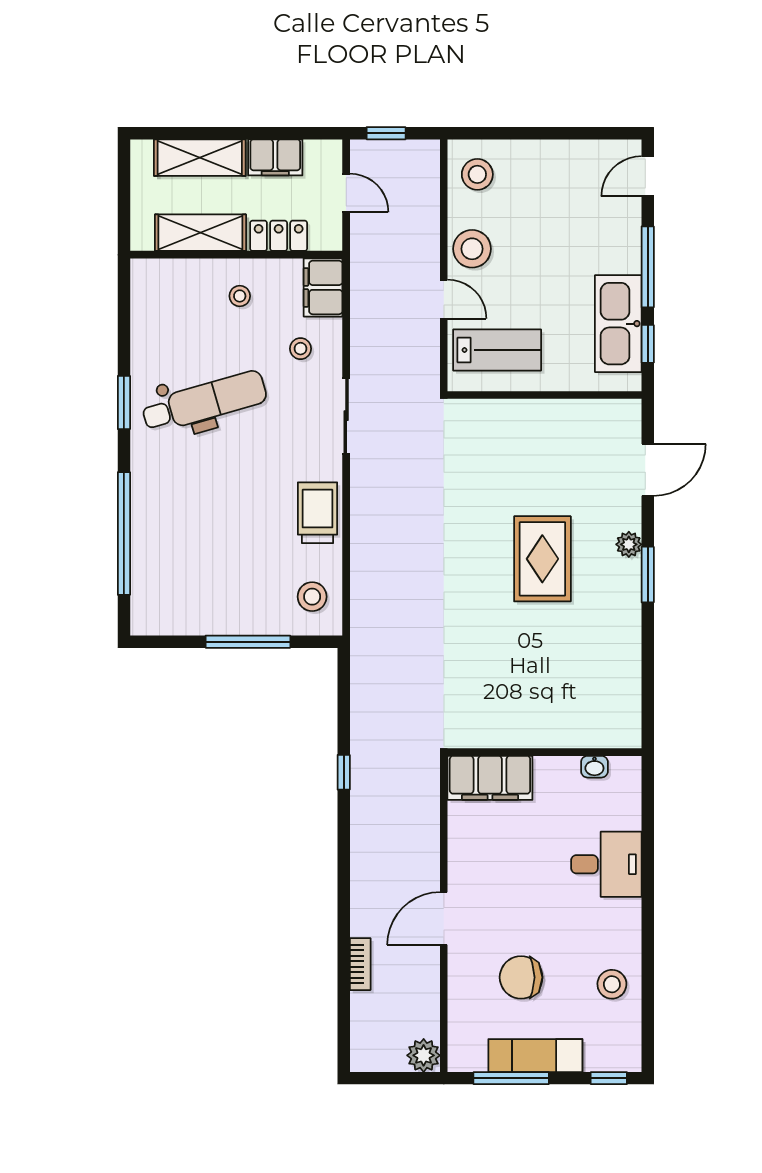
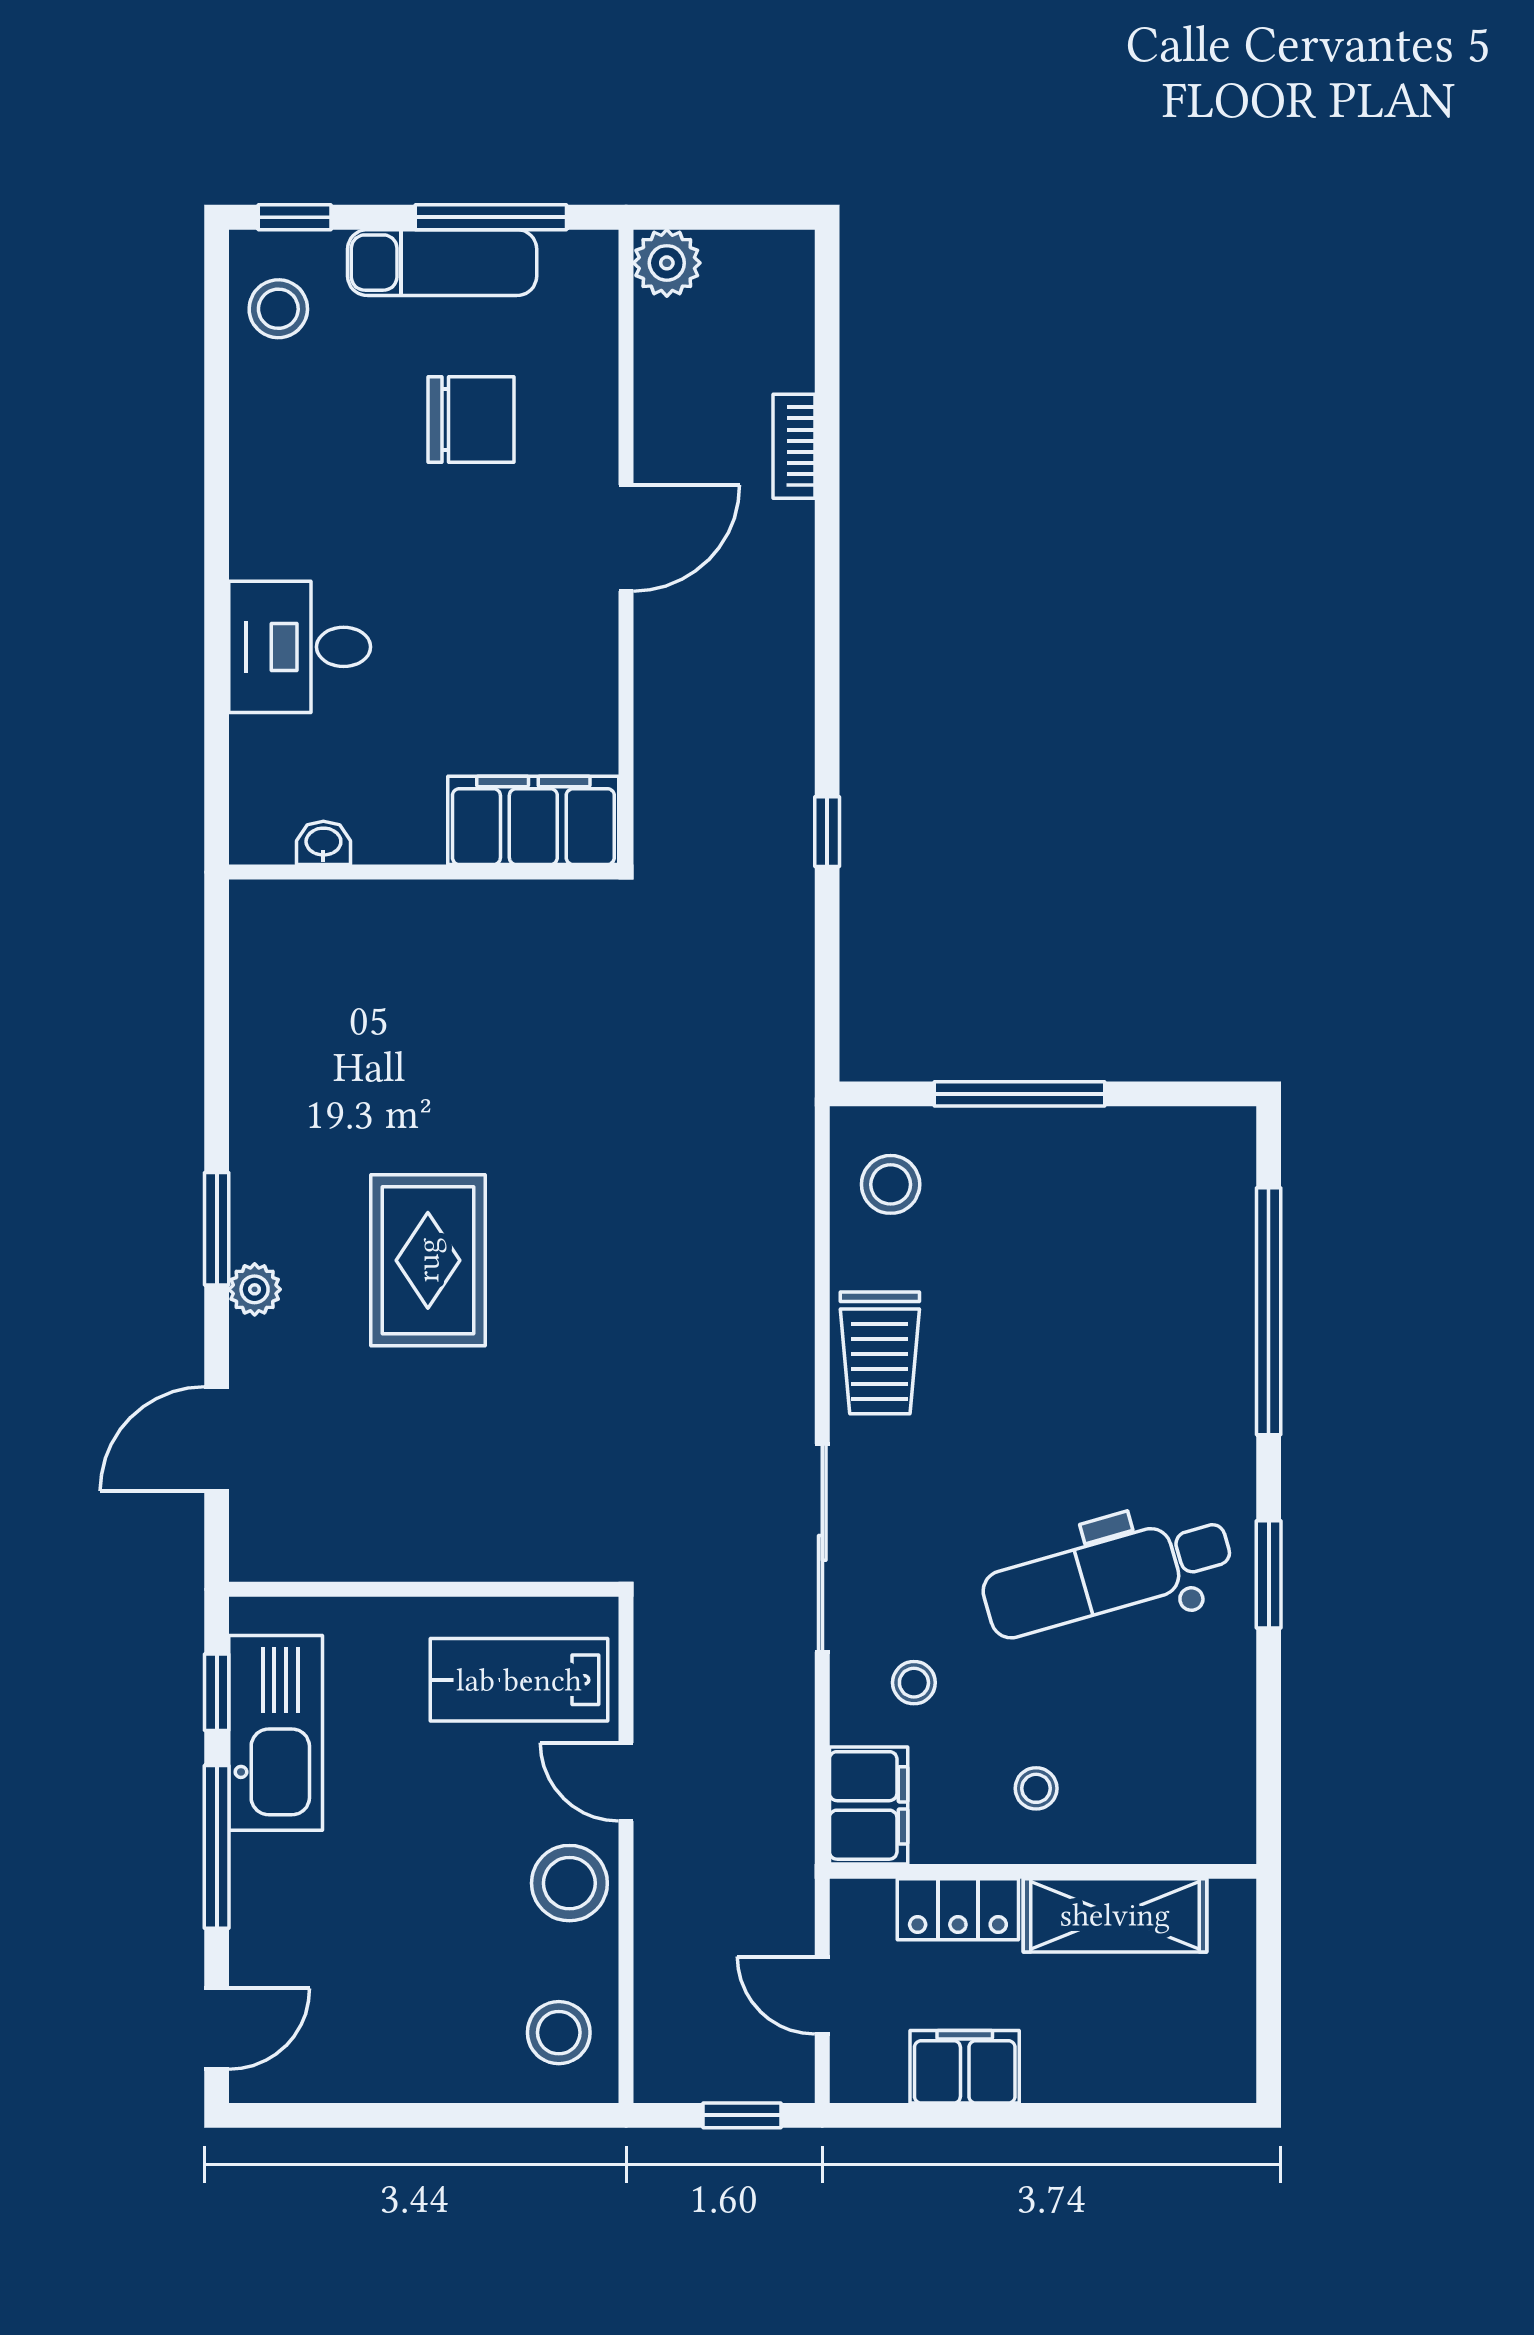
shelving: (200, 158) -> (1116, 2066), removed
sliding door: (346, 416) -> (822, 1548), width x1.37
stool: (612, 984) -> (278, 309), moved

